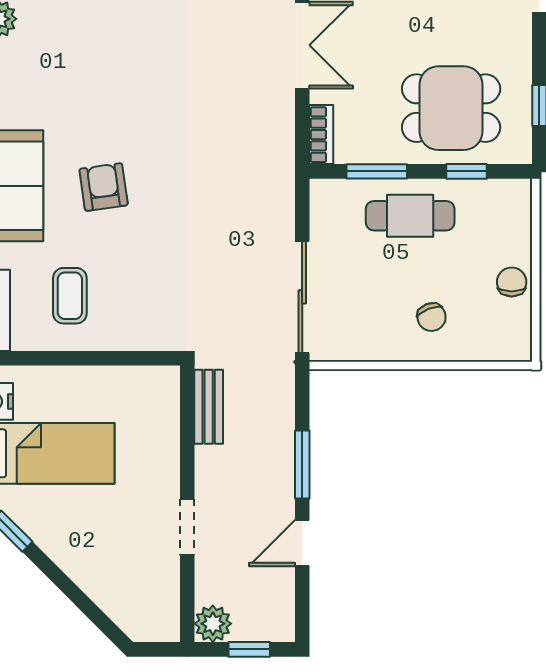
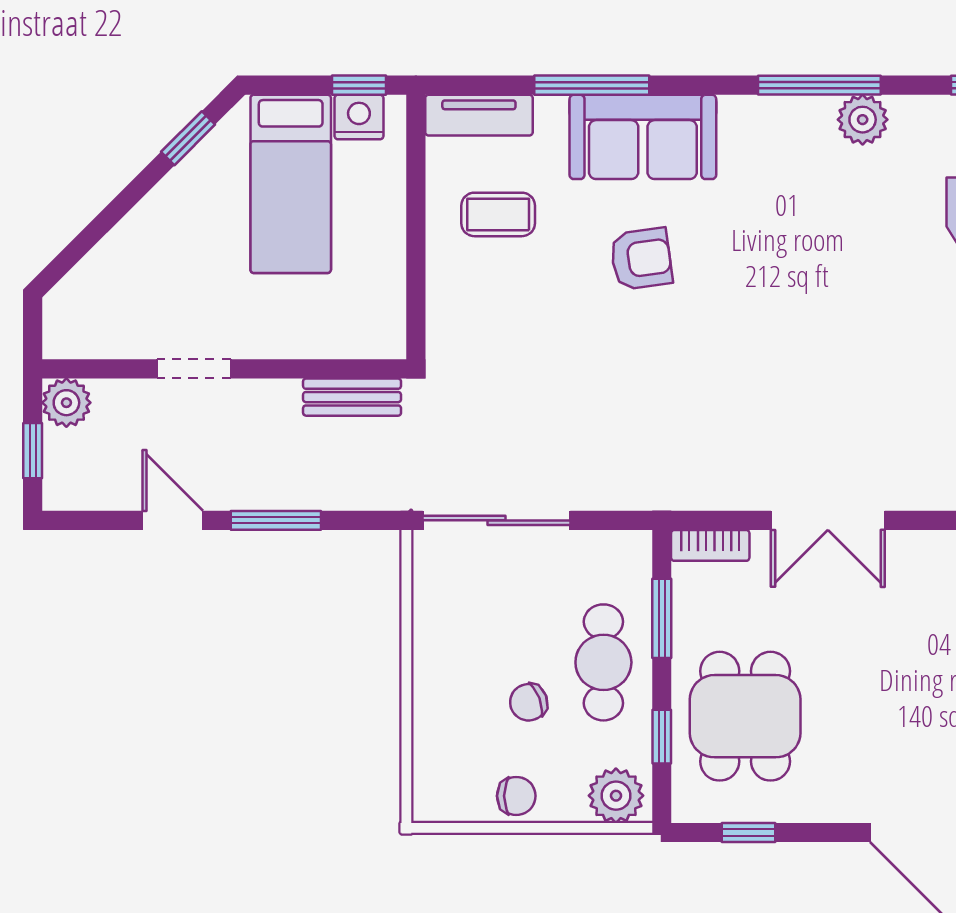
plant: (511, 206) -> (616, 796), added
chair: (432, 317) -> (529, 702), moved

